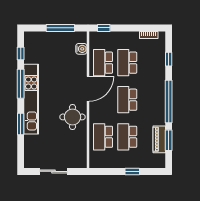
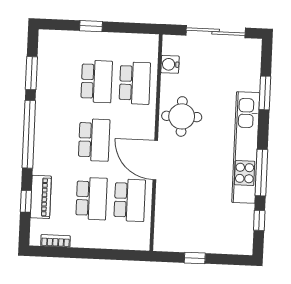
window: (60, 28) -> (195, 258), width x0.46
window: (104, 28) -> (126, 255), removed
water cooler: (81, 49) -> (170, 64), moved
door: (88, 89) -> (155, 160), hinge flipped
window: (21, 124) -> (265, 93), moved
piano: (159, 139) -> (41, 197), moved
sliding door: (53, 171) -> (216, 32), width x1.37

